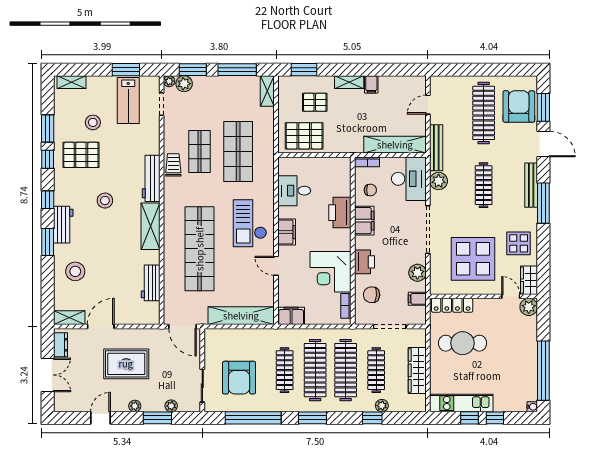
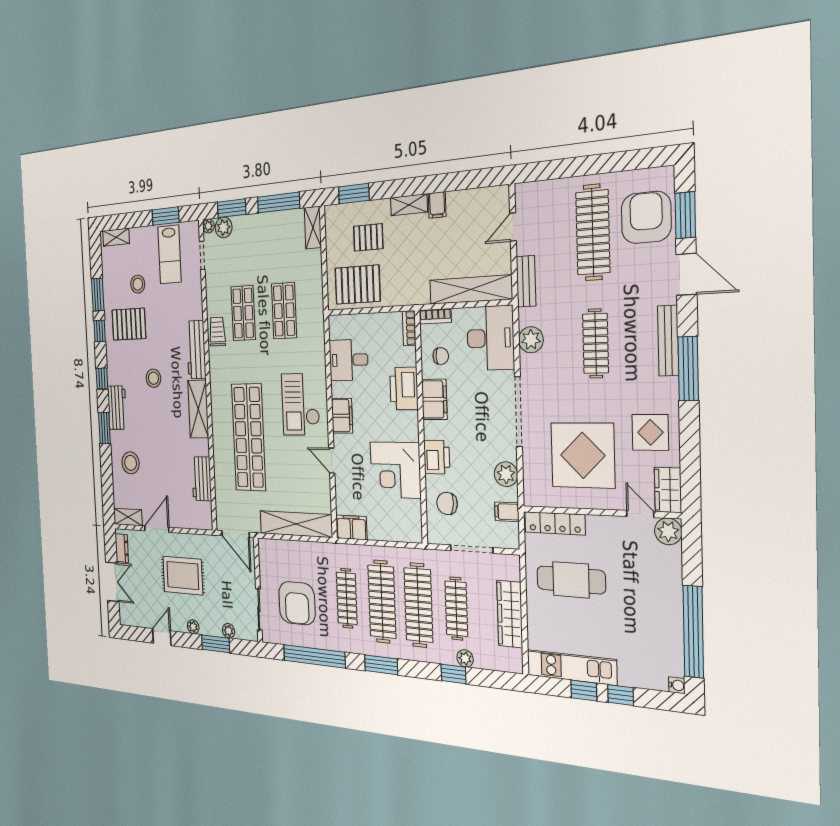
bench: (436, 148) -> (526, 281), width x0.73
shop shelf: (238, 151) -> (284, 311), width x0.70, depth x0.74
bookcase: (346, 306) -> (409, 328), moved

